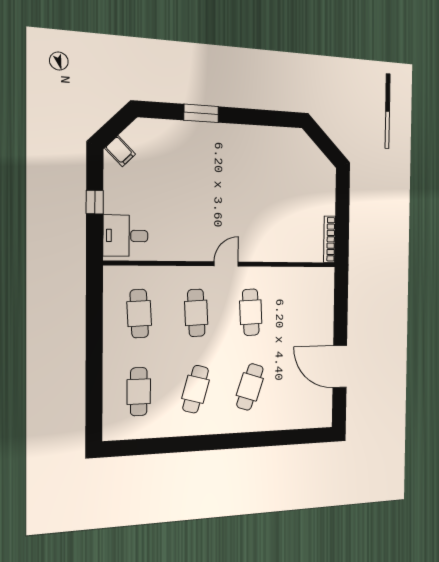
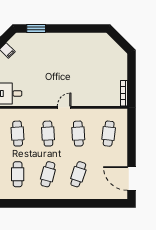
window: (201, 113) -> (36, 28), moved
cafe table: (303, 312) -> (109, 134), added
door: (340, 366) -> (132, 179), moved

